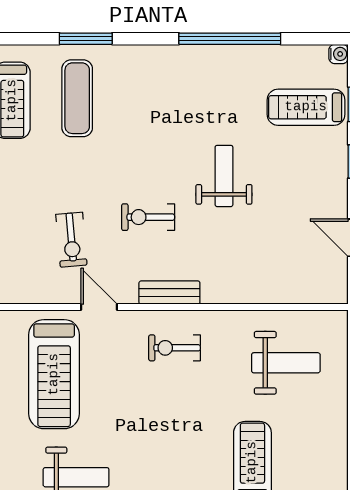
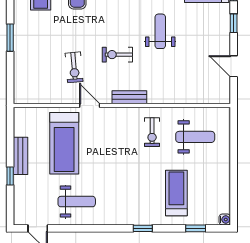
exercise bike: (175, 348) -> (152, 132), moved, turned -90

